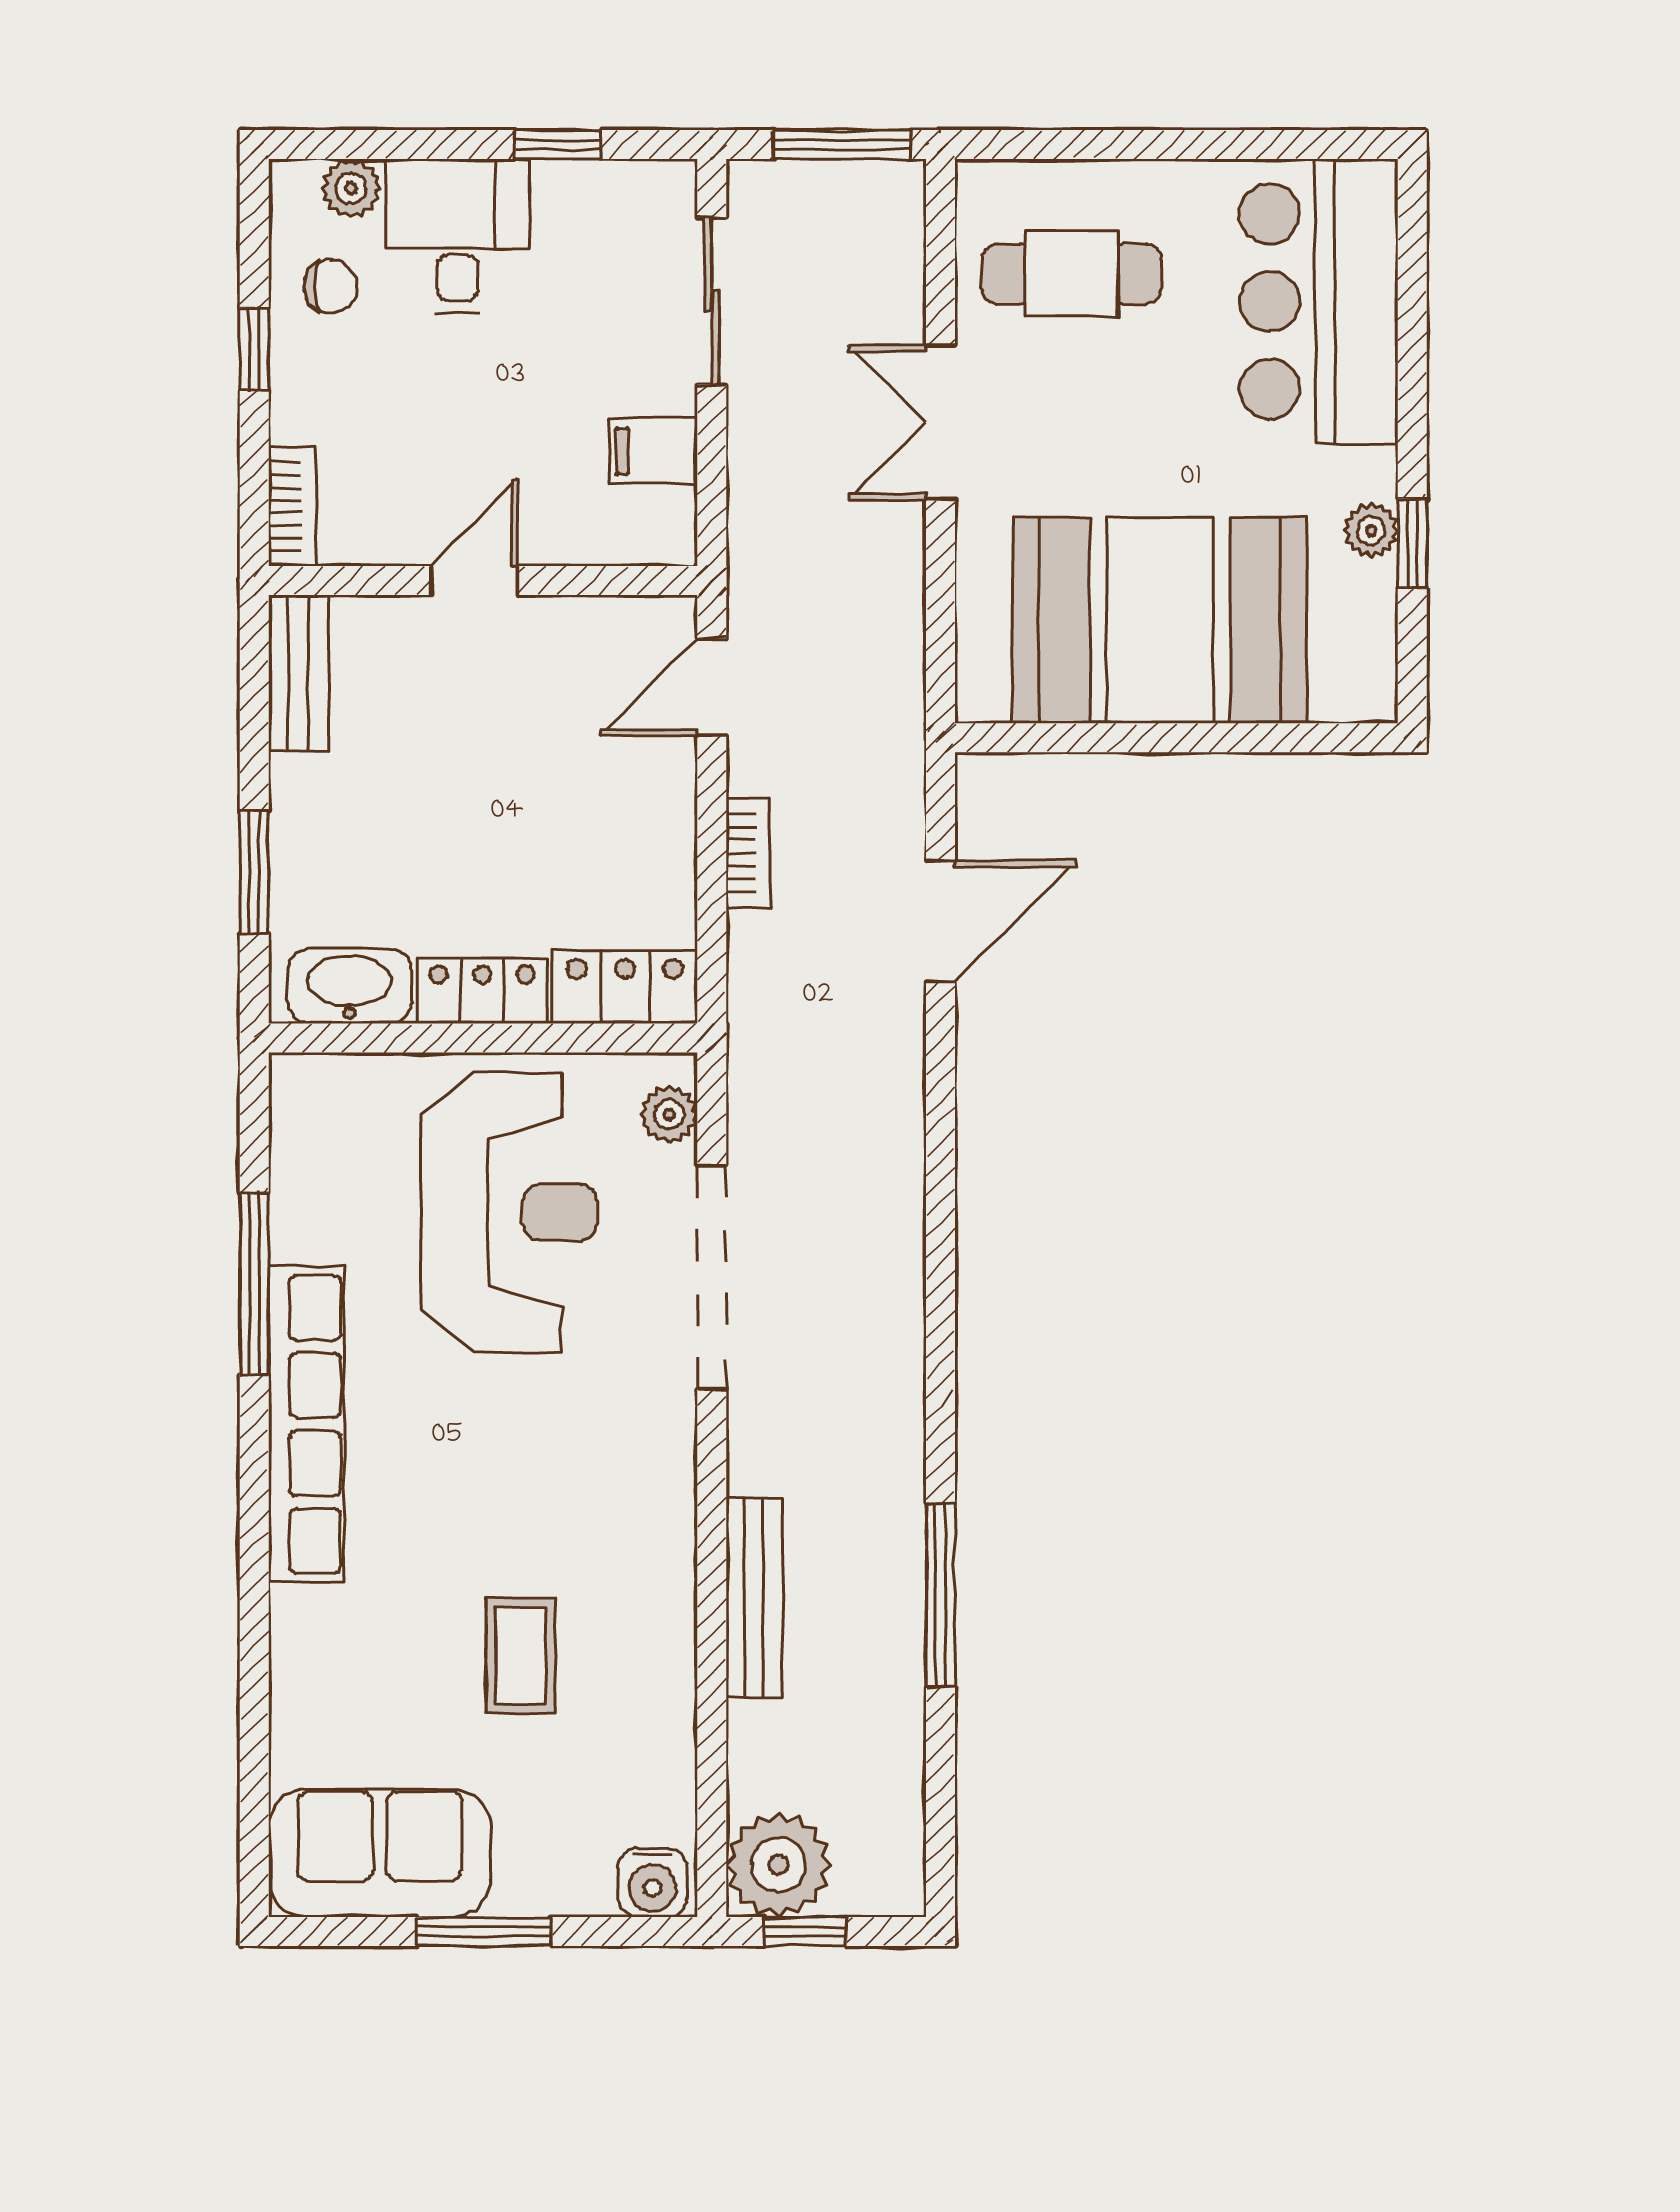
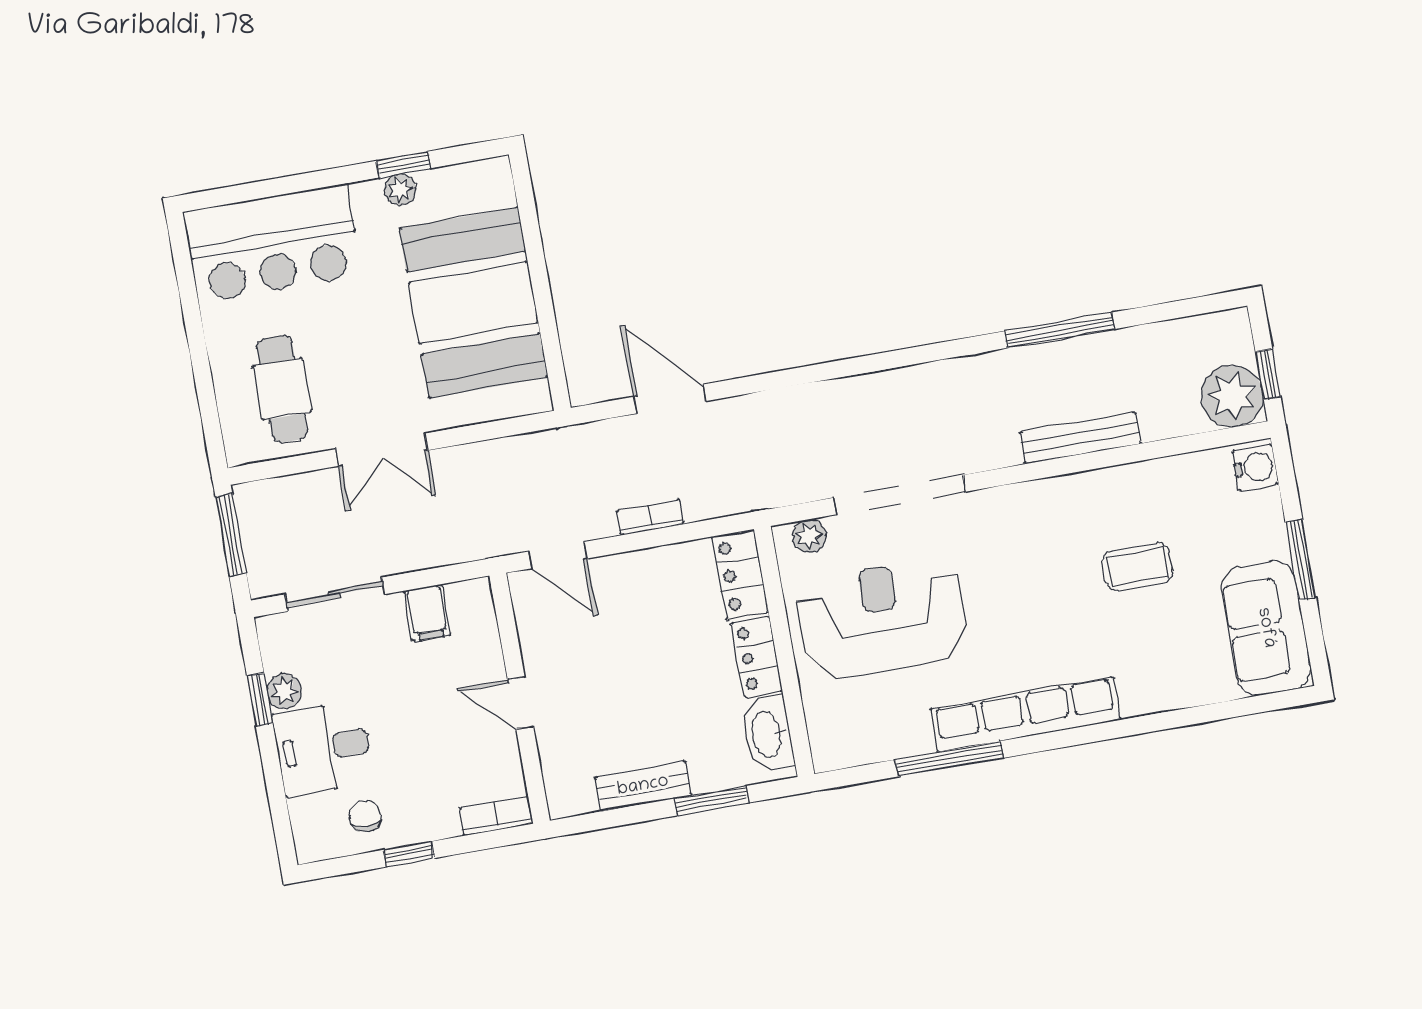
plant: (351, 188) -> (284, 691), moved
bench: (298, 673) -> (643, 786), moved

